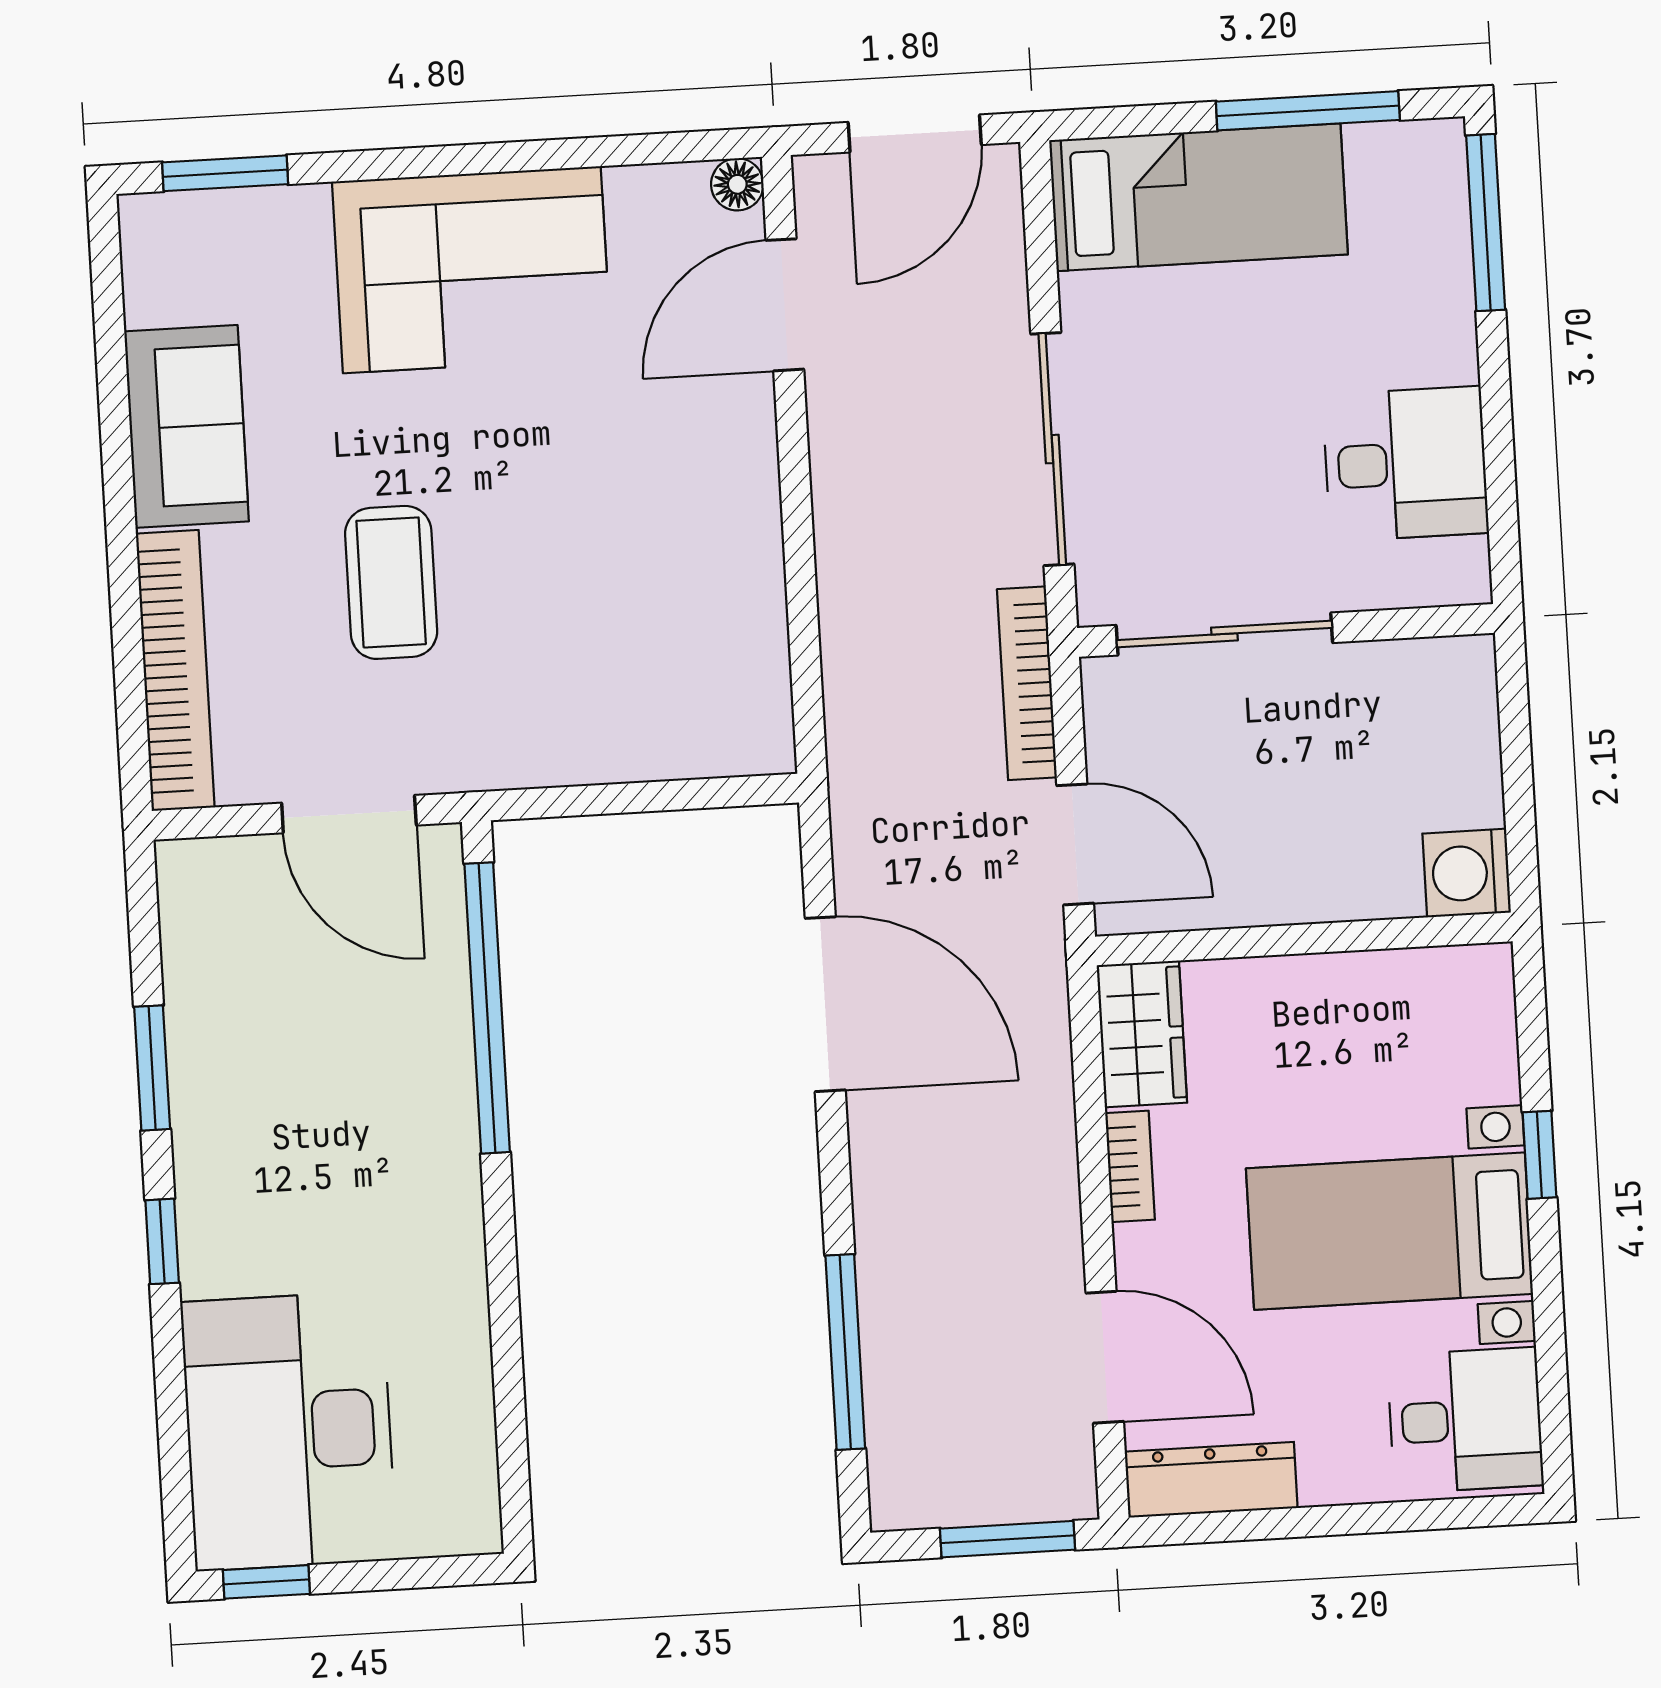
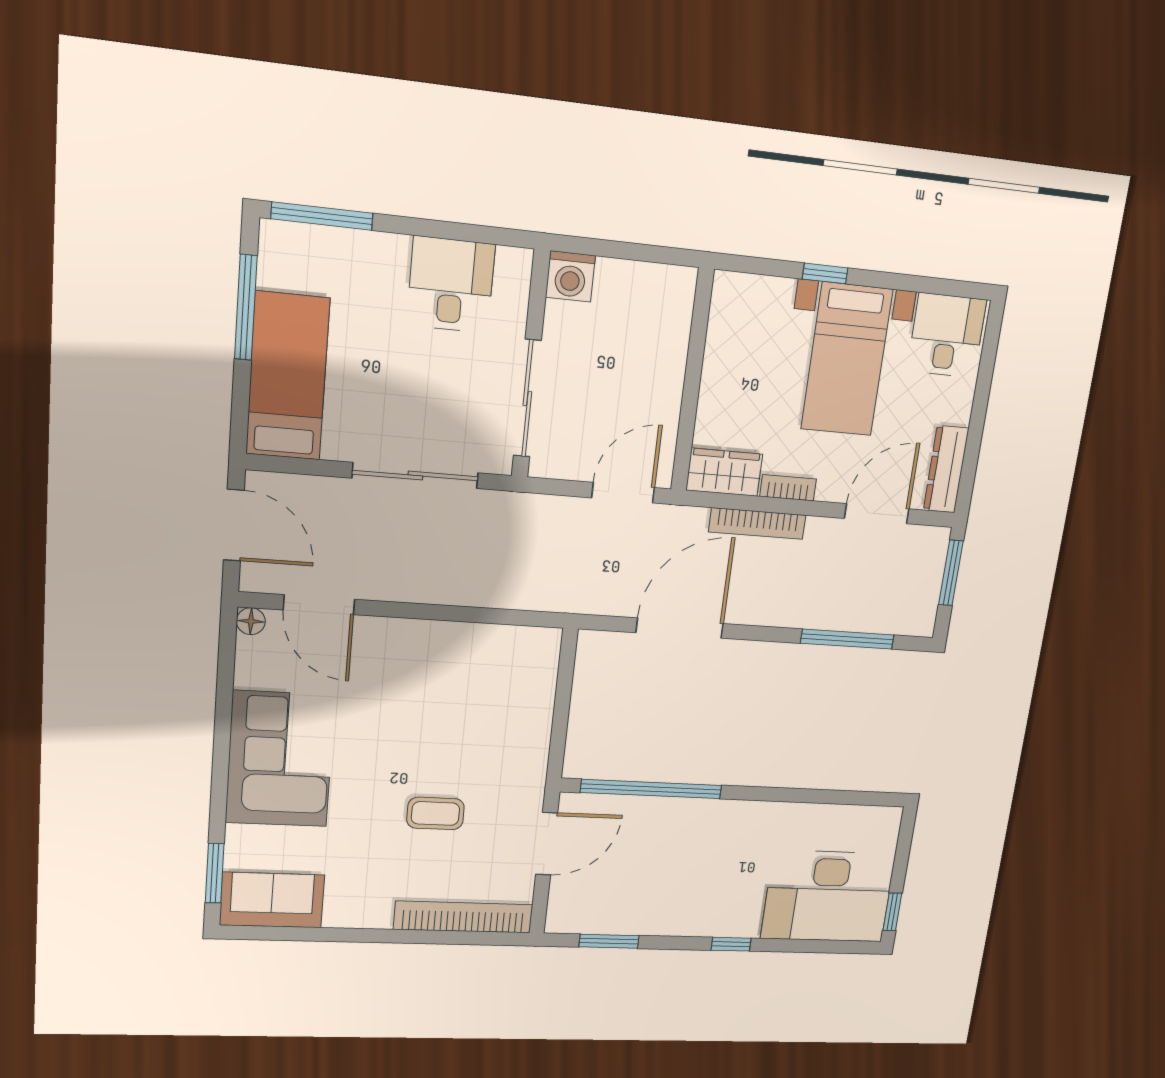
sofa: (187, 426) -> (272, 900), moved
coffee table: (391, 582) -> (435, 813), width x0.73, depth x0.77
bookcase: (1027, 683) -> (757, 524), moved
washing machine: (1467, 873) -> (570, 276), moved
window: (152, 1068) -> (609, 941), moved

